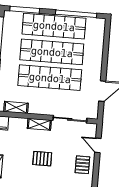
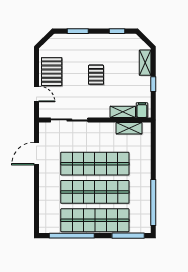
shelving: (39, 124) -> (123, 112), moved
pallet: (42, 159) -> (96, 75), turned 90
pallet: (82, 165) -> (52, 72), width x1.50, depth x1.42

